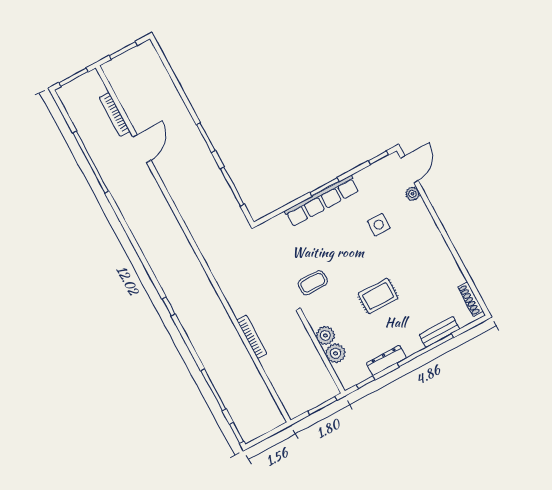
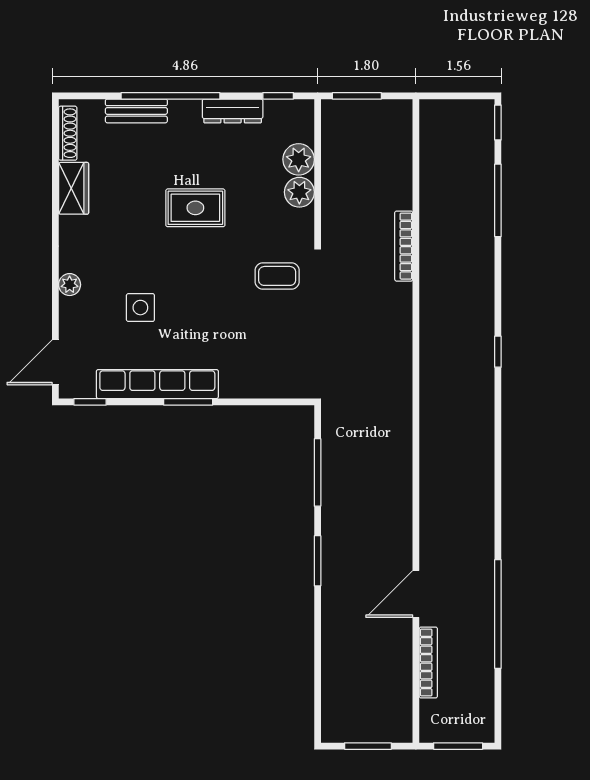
plant: (412, 194) -> (70, 285), moved
row of seats: (322, 201) -> (157, 384), moved
wardrobe: (451, 271) -> (74, 188), added

